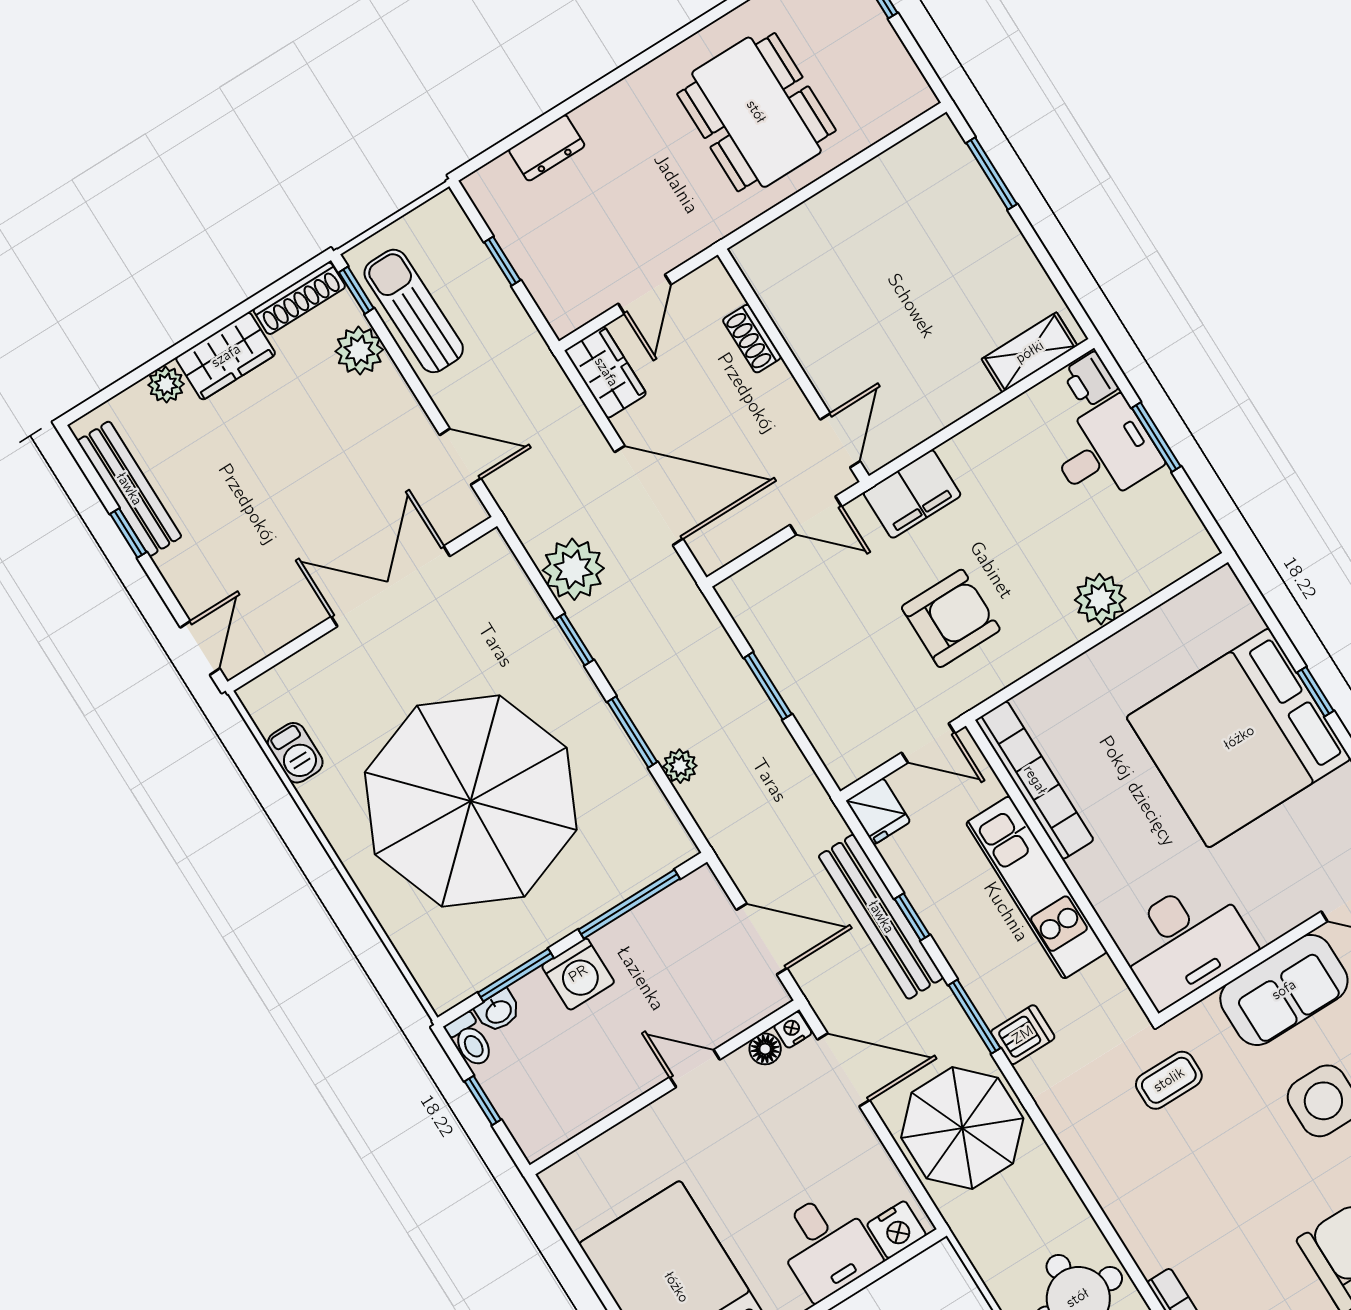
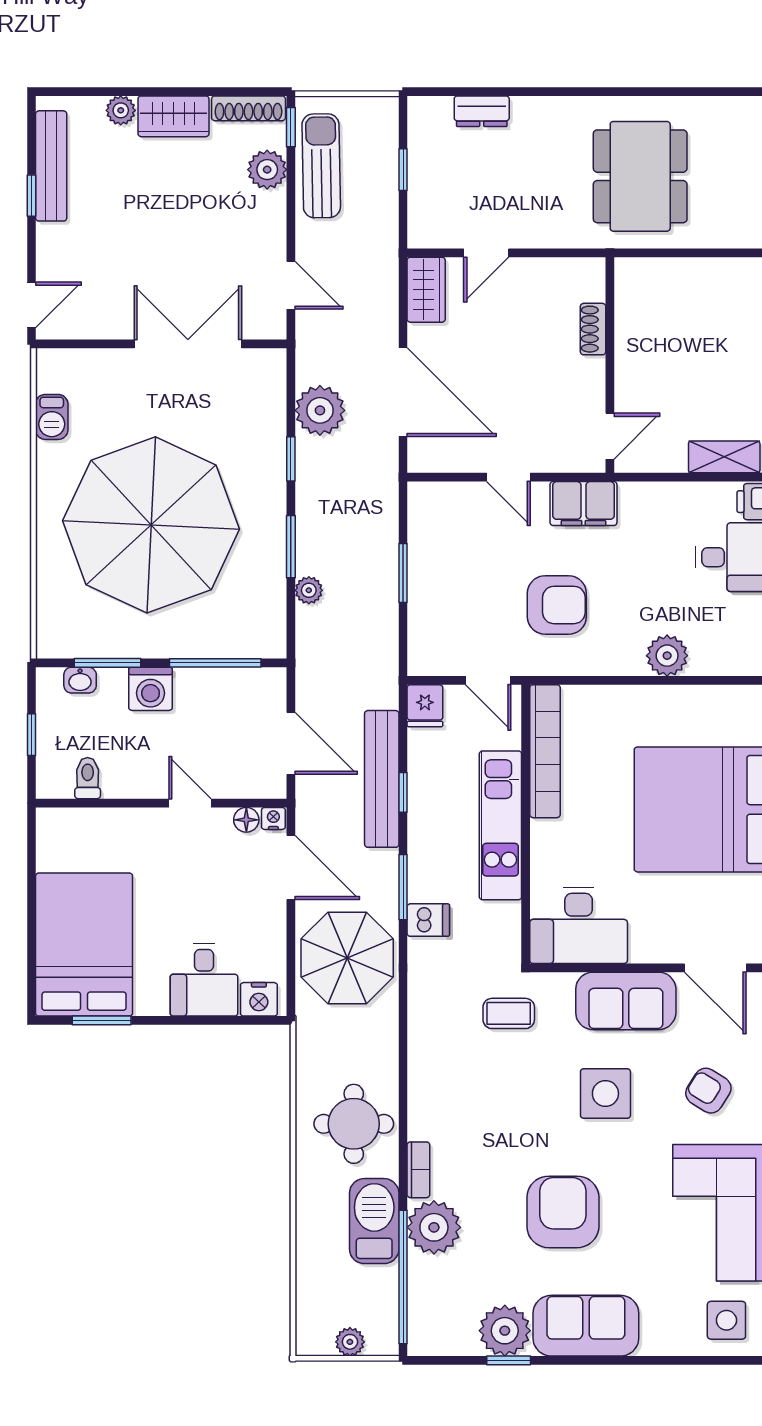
shoe rack: (752, 339) -> (593, 329), moved
wall: (793, 365) -> (610, 365), moved
door: (840, 440) -> (610, 436), moved
toilet: (470, 1040) -> (88, 778), moved, turned 180

